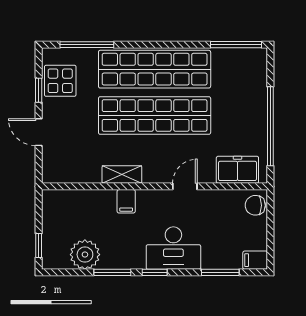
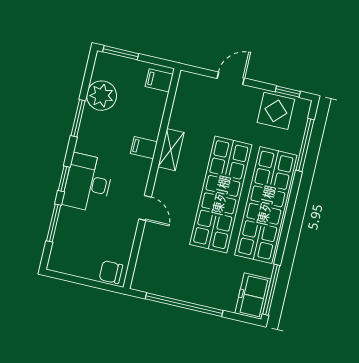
window: (39, 90) -> (288, 92), moved
freezer: (237, 170) -> (253, 296), moved, turned 180
chair: (255, 205) -> (111, 272), turned -90
window: (39, 246) -> (121, 53), width x1.50
filing cabinet: (255, 260) -> (159, 80), moved, turned -90
window: (155, 272) -> (64, 179), moved

